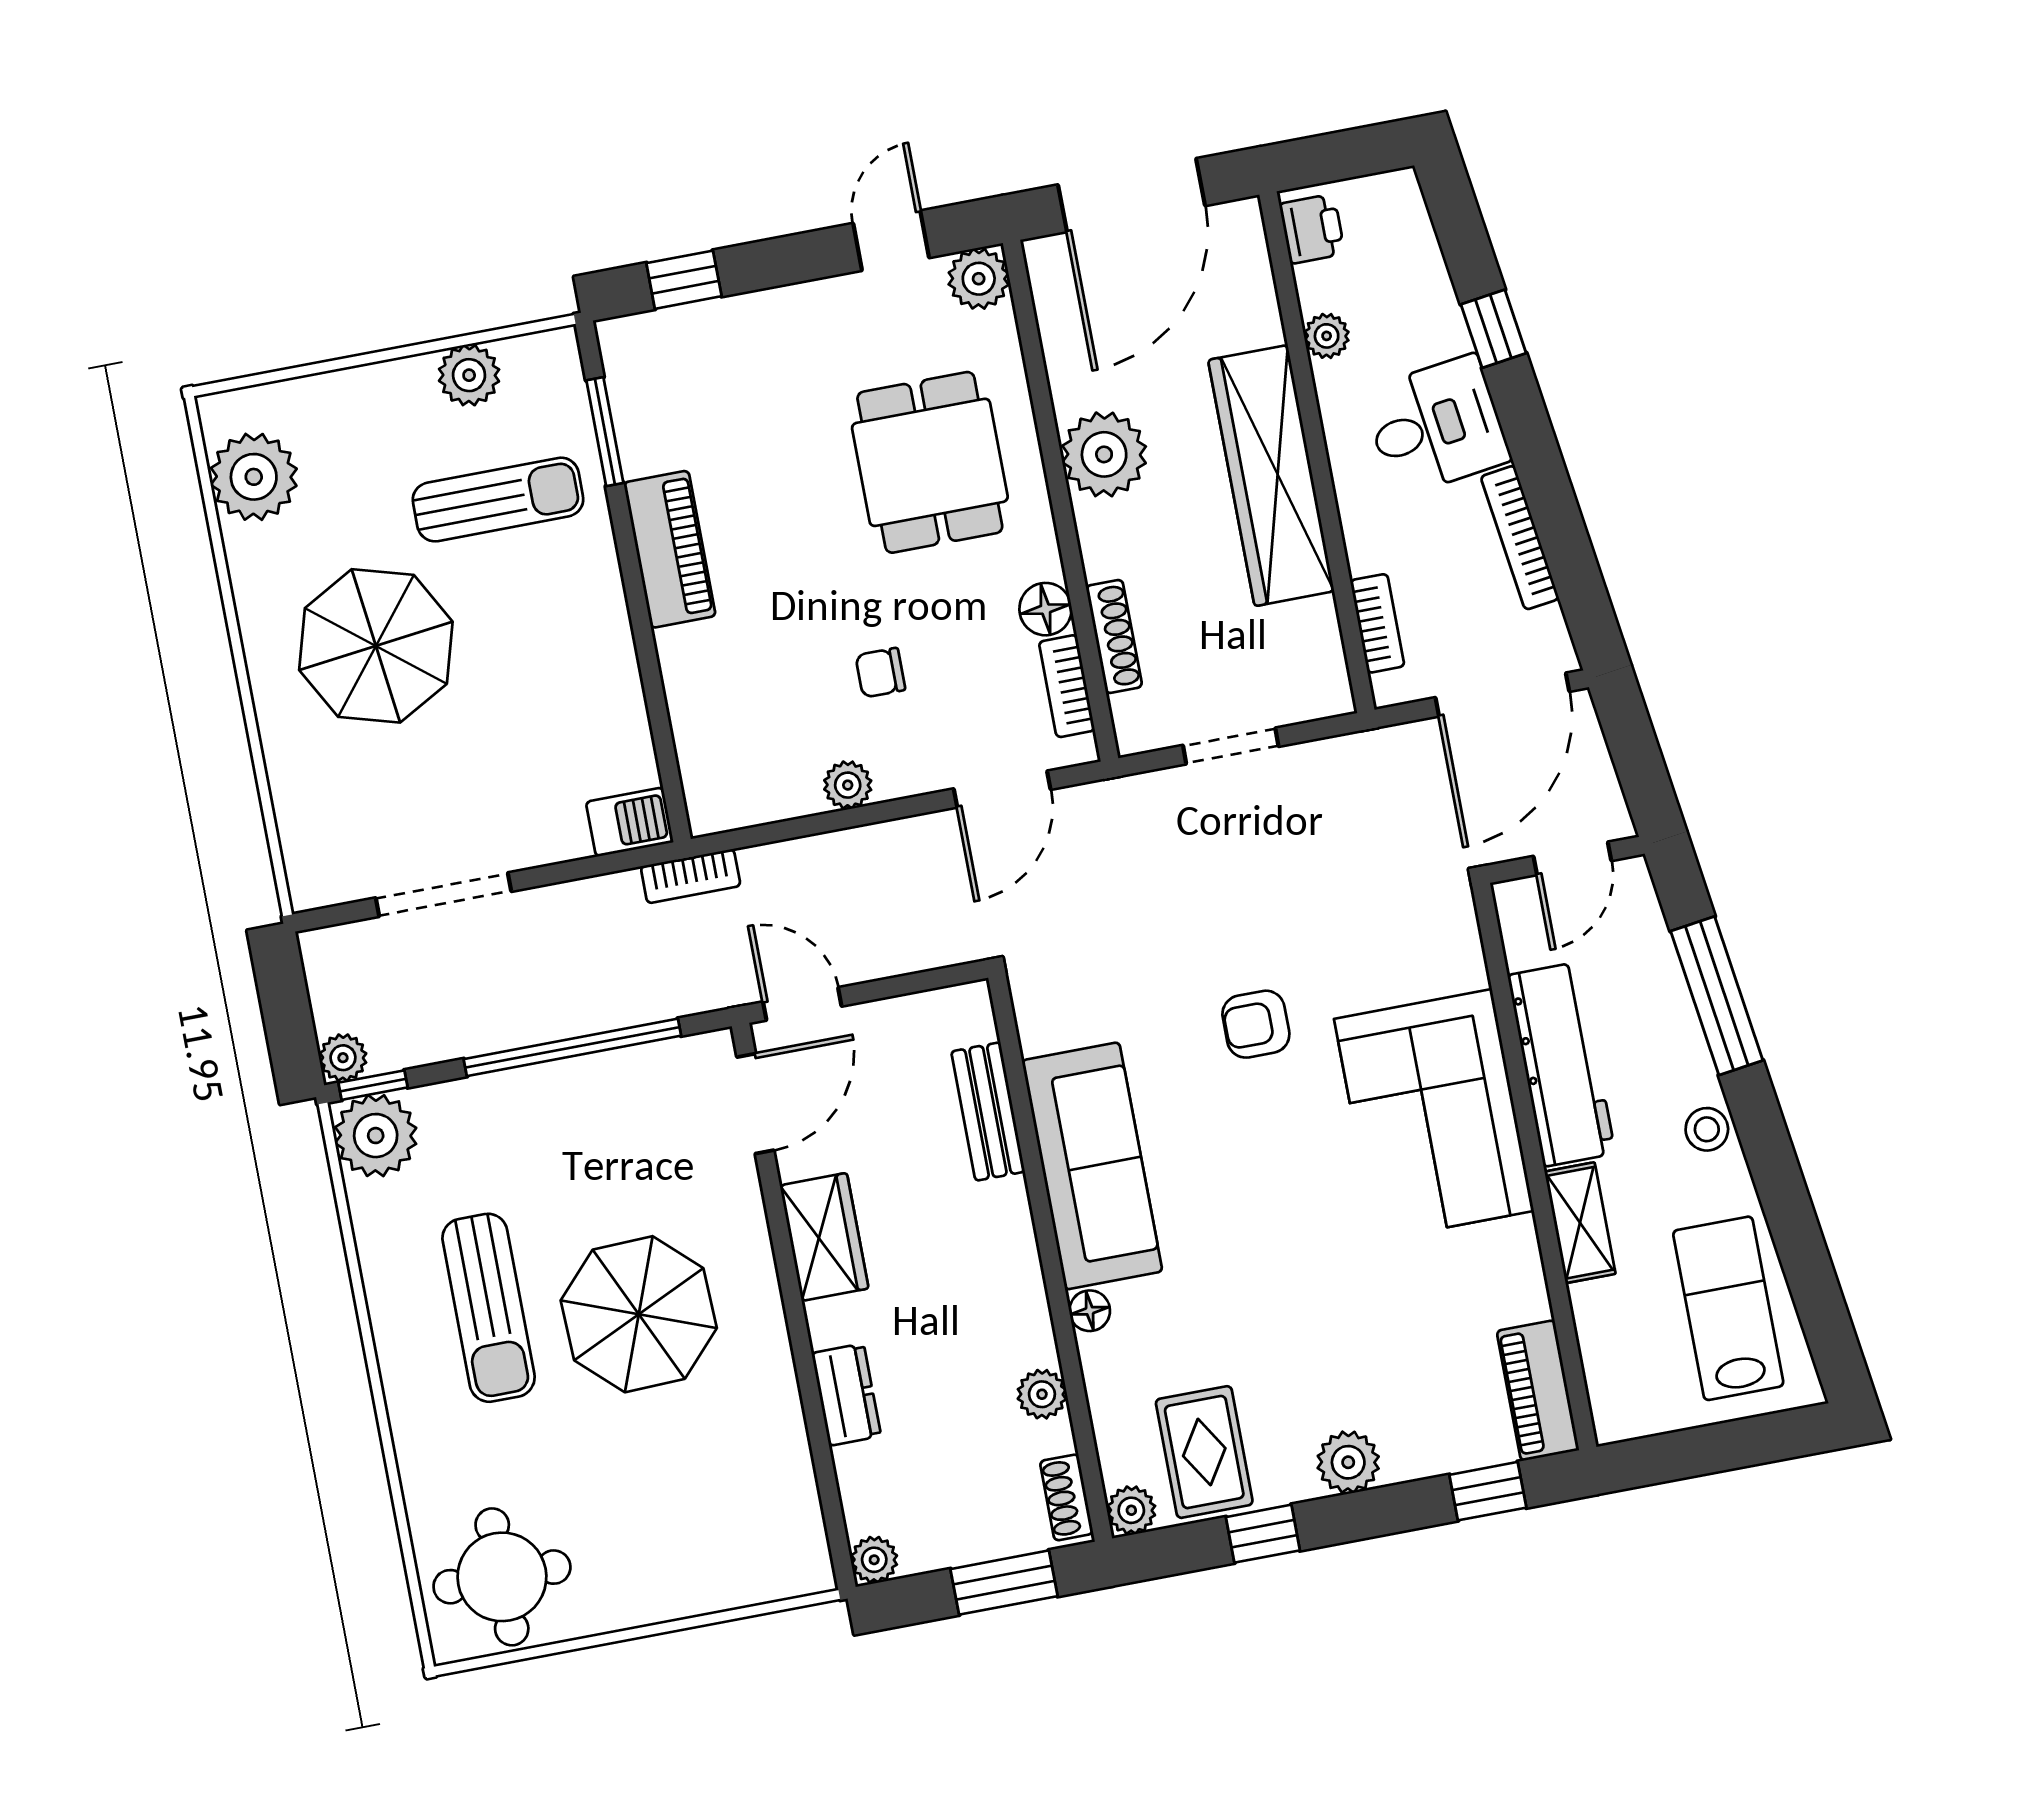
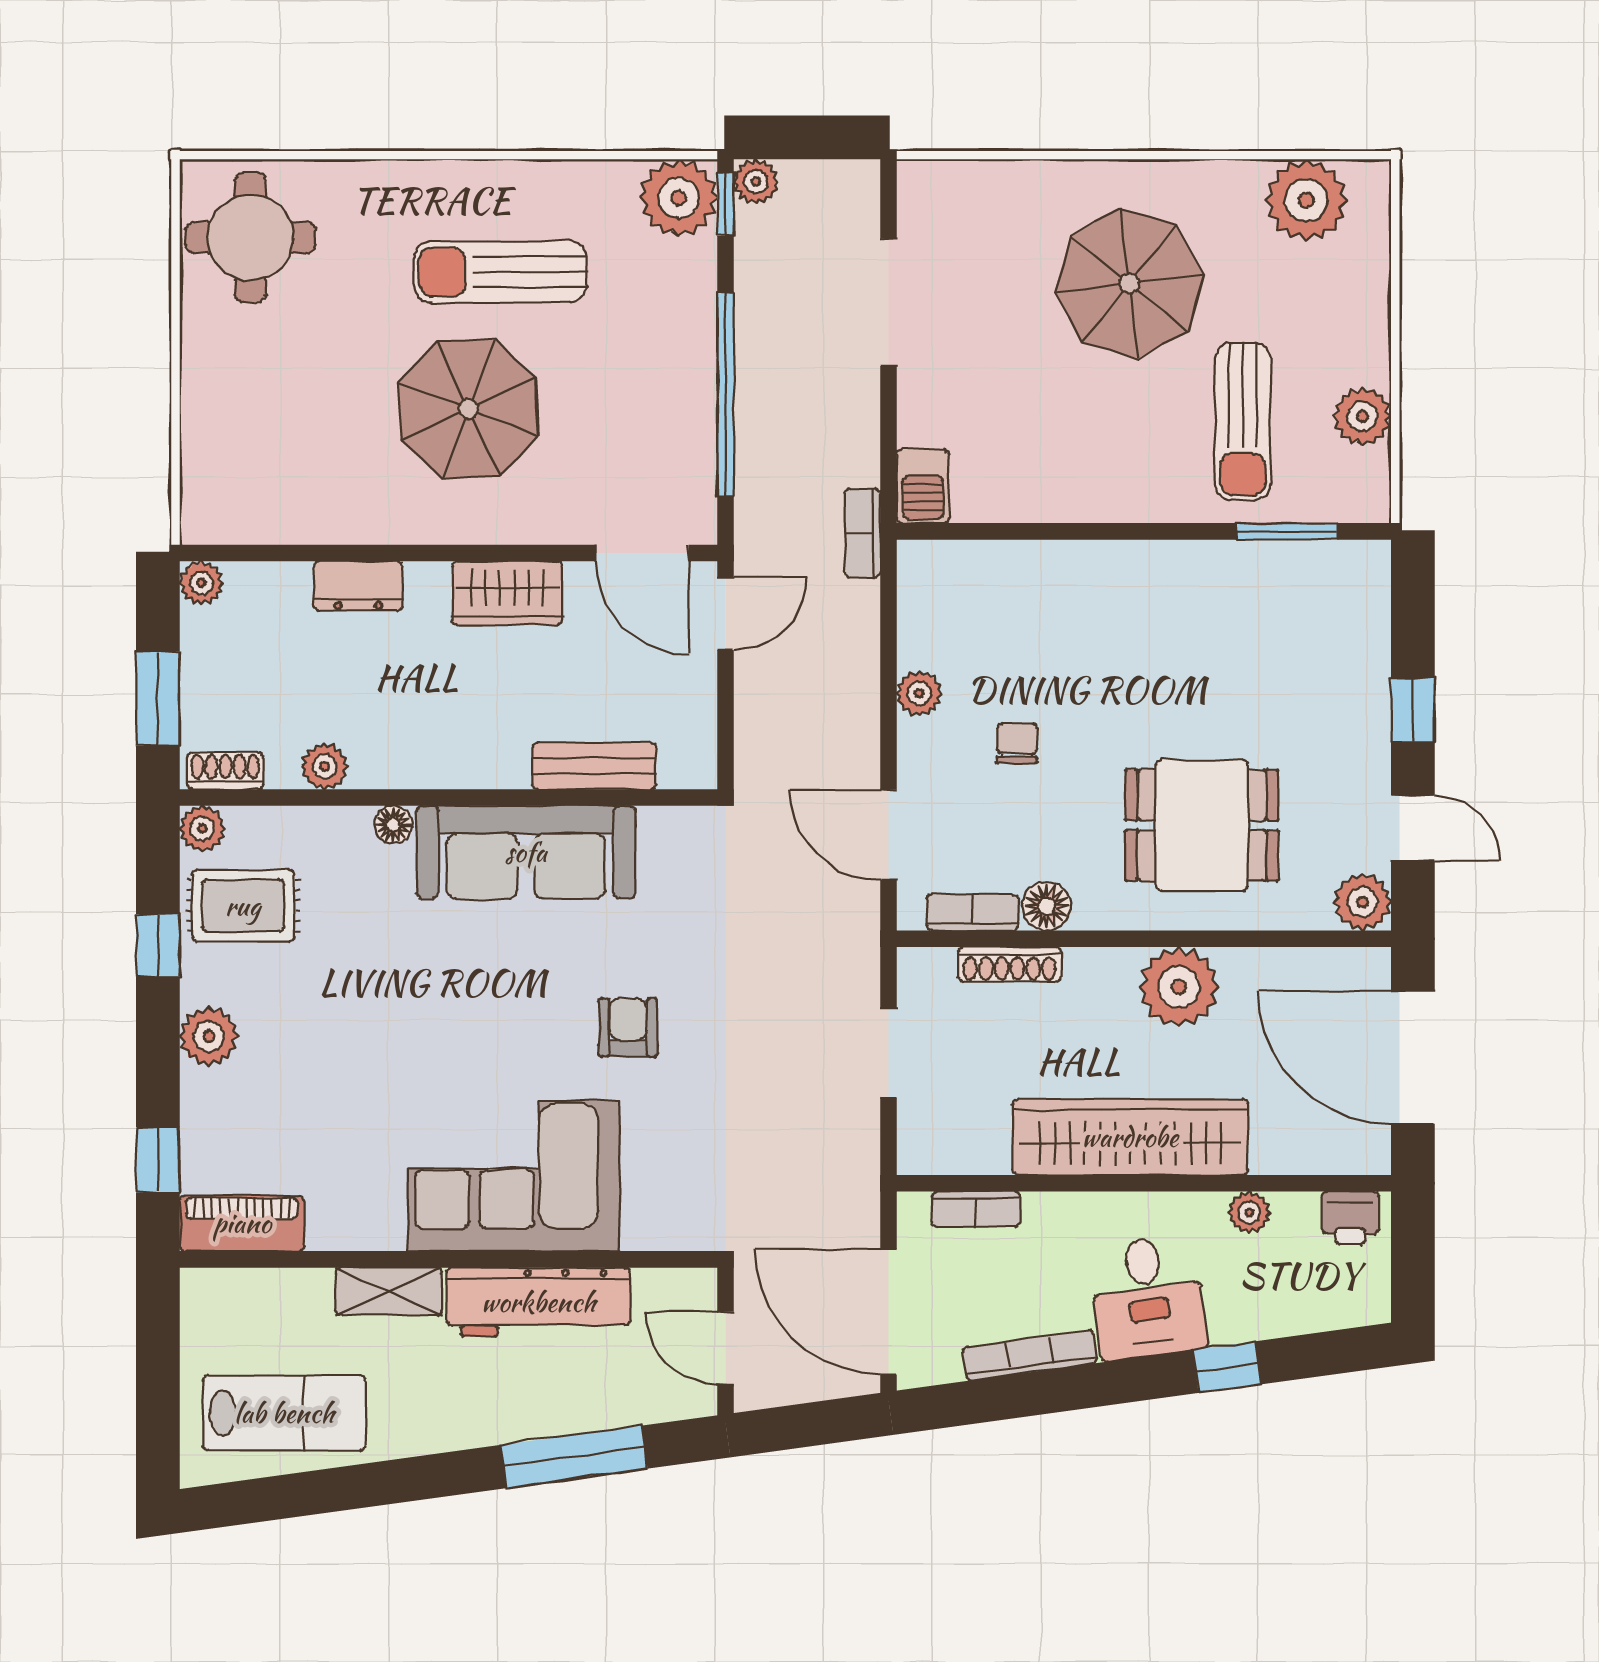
window: (684, 280) -> (1413, 710), moved
piano: (670, 549) -> (1167, 571), removed
stool: (1707, 1129) -> (453, 1424), removed

